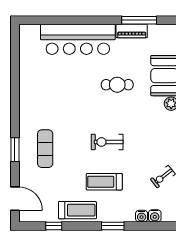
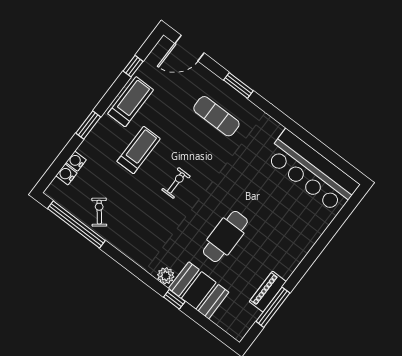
bar counter: (78, 39) -> (312, 171), moved, turned -90
cafe table: (117, 85) -> (225, 236), width x1.37, depth x1.35
exercise bike: (107, 142) -> (176, 183), width x0.73, depth x0.72
treadmill: (77, 210) -> (131, 102), turned 180

